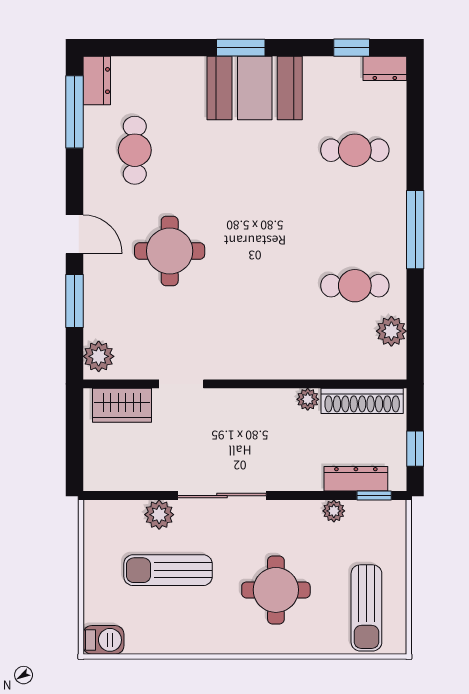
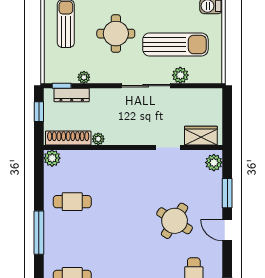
round table: (170, 251) -> (175, 221), turned 32
plant: (391, 331) -> (52, 158), moved
sun lounger: (168, 570) -> (175, 44), width x1.36, depth x1.34

